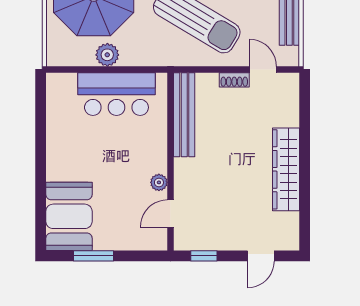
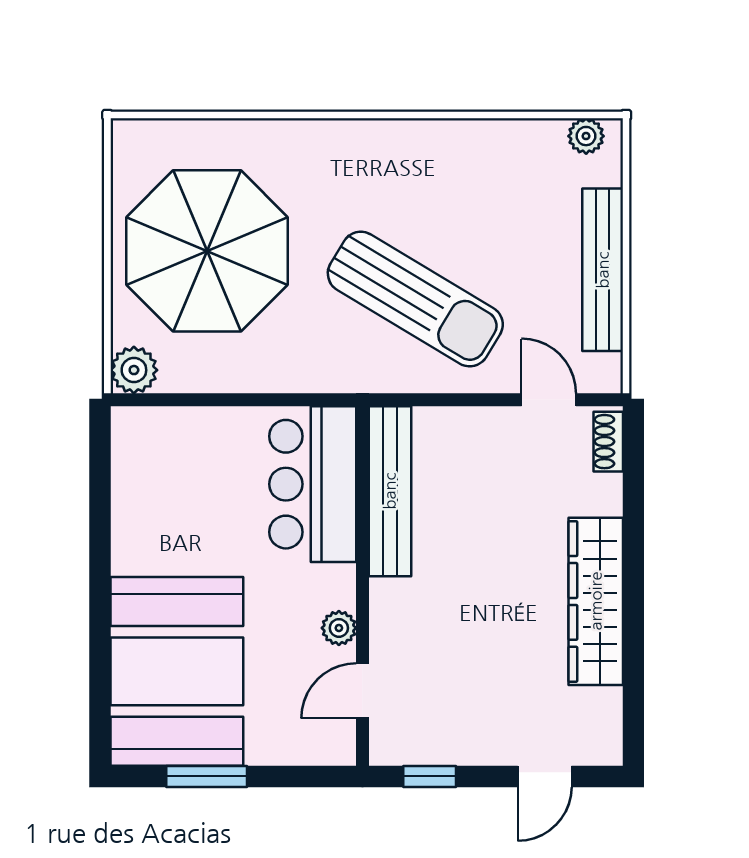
plant: (107, 55) -> (134, 370), moved
shoe rack: (234, 80) -> (608, 442), moved, turned 90
bar counter: (116, 94) -> (313, 484), moved, turned 90
booth: (69, 216) -> (177, 671), width x1.36, depth x1.42

